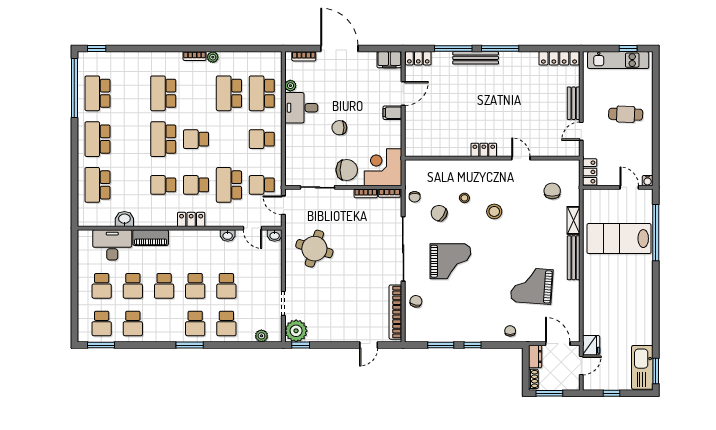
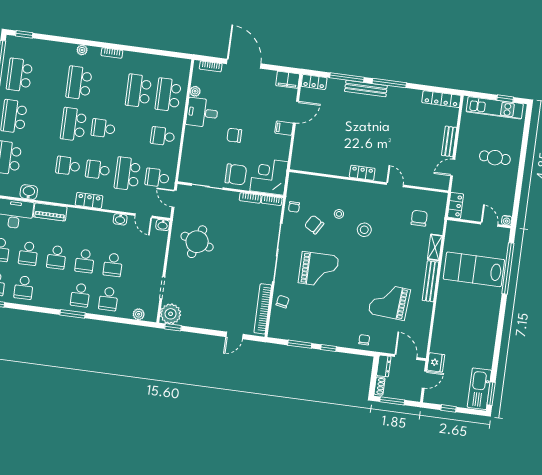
plant: (213, 57) -> (82, 50), moved

